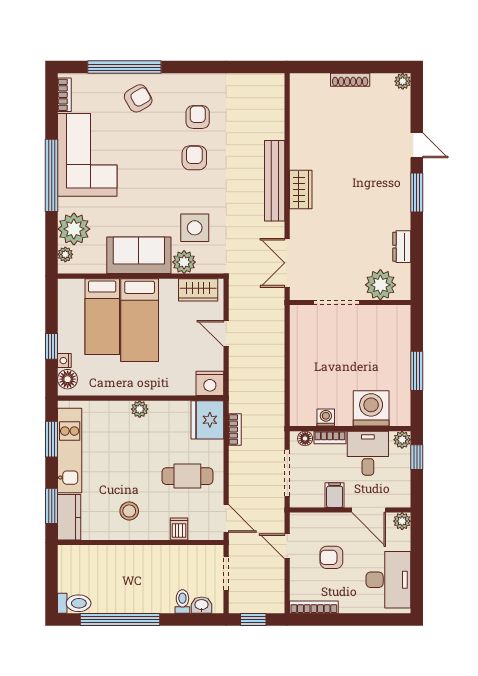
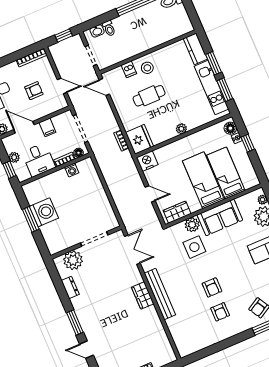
washing machine: (371, 408) -> (44, 212), moved, turned -90
plant: (402, 440) -> (14, 157), moved
cafe table: (187, 476) -> (149, 96), moved
window: (52, 506) -> (213, 63), moved
stool: (129, 511) -> (147, 68), moved

